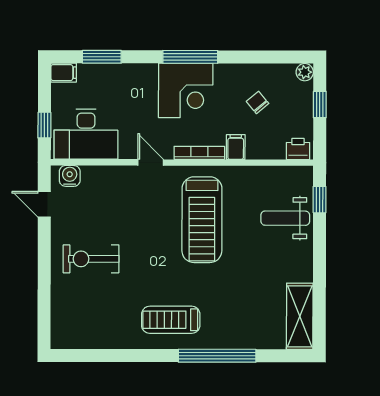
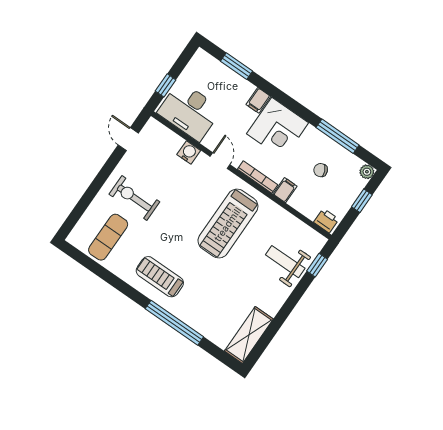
window: (190, 57) -> (338, 136), moved
filing cabinet: (64, 73) -> (258, 100), moved, turned 90
chair: (257, 102) -> (321, 170), turned -73
water cooler: (70, 176) -> (189, 152), moved
exercise mat: (92, 316) -> (108, 237), added

